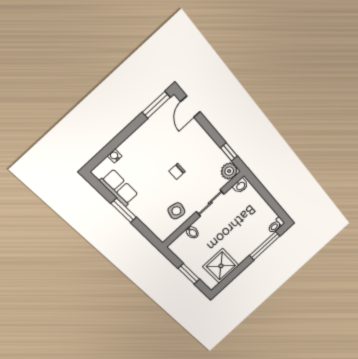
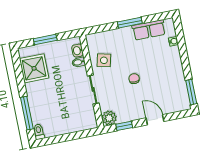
door: (190, 107) -> (155, 120), moved
washbasin: (240, 186) -> (78, 51), moved

